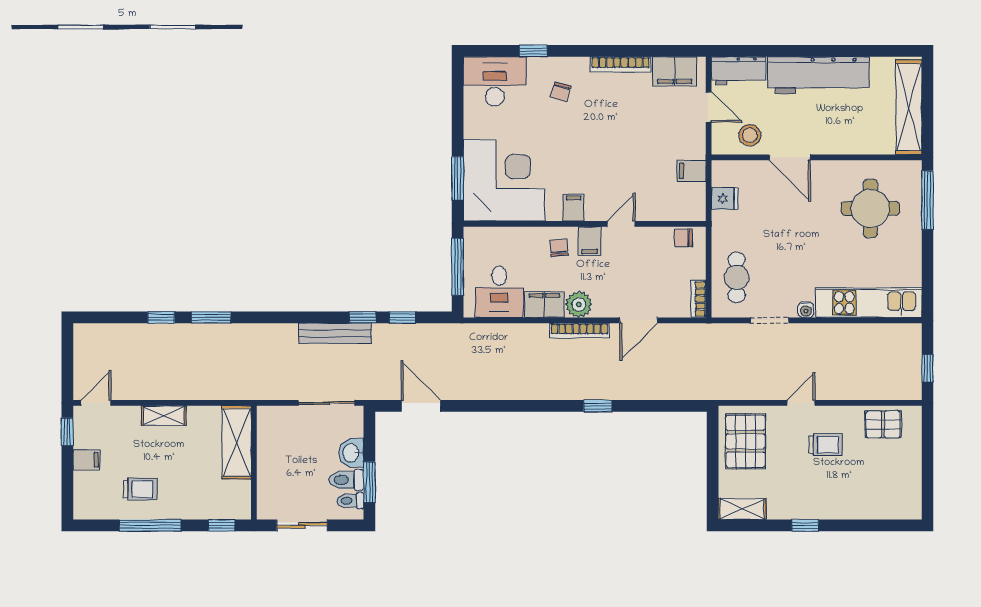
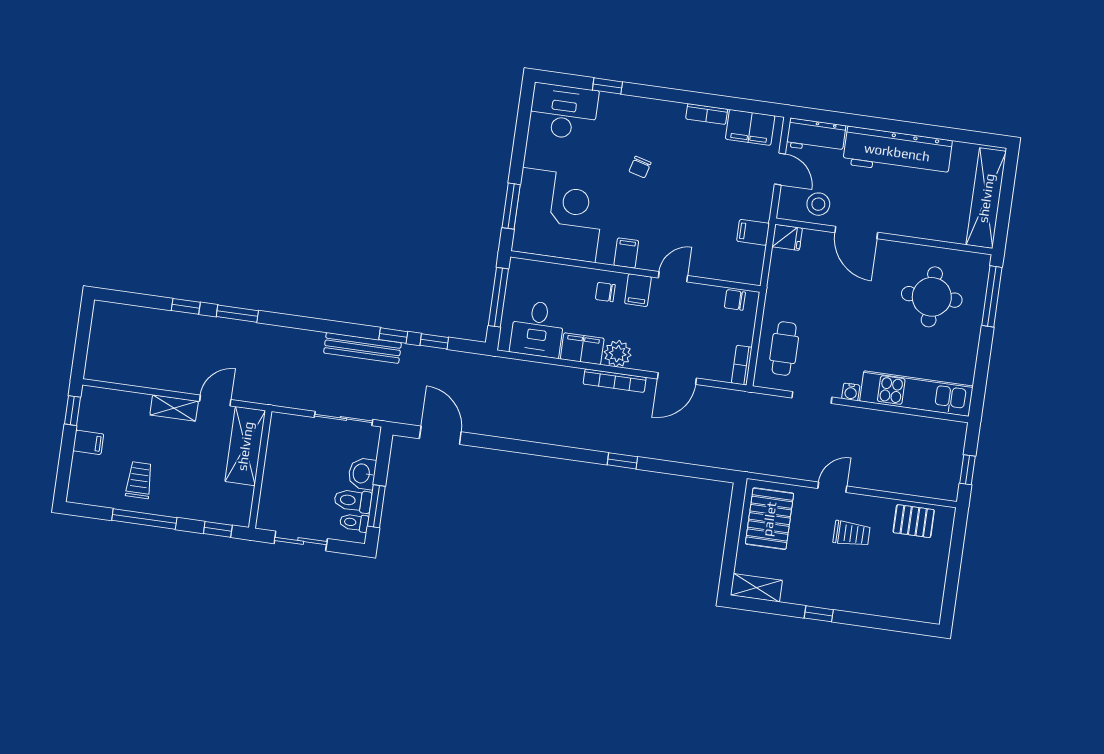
bookcase: (621, 64) -> (707, 114), width x0.64
chair: (561, 92) -> (640, 167), moved
fridge: (725, 198) -> (787, 237), moved
chair: (559, 248) -> (605, 292), turned -85
door: (96, 403) -> (215, 400), moved
trolley: (140, 489) -> (139, 480), turned -90

